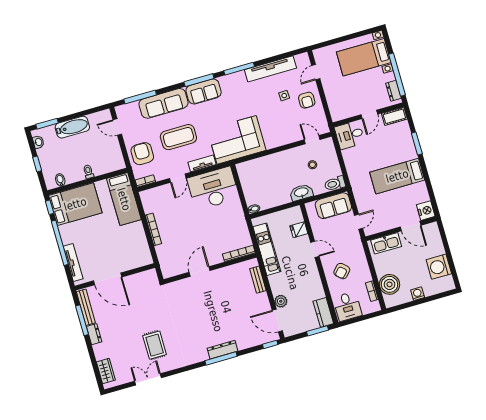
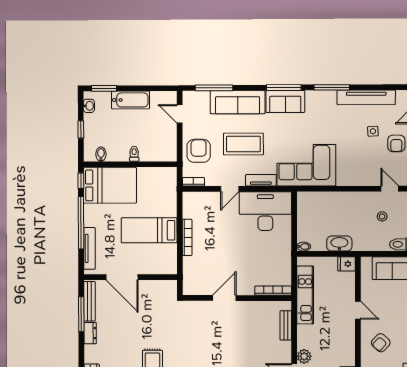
washbasin: (301, 193) -> (339, 244), moved
bed: (124, 199) -> (149, 230), moved, turned 90
fridge: (299, 230) -> (346, 264), moved

